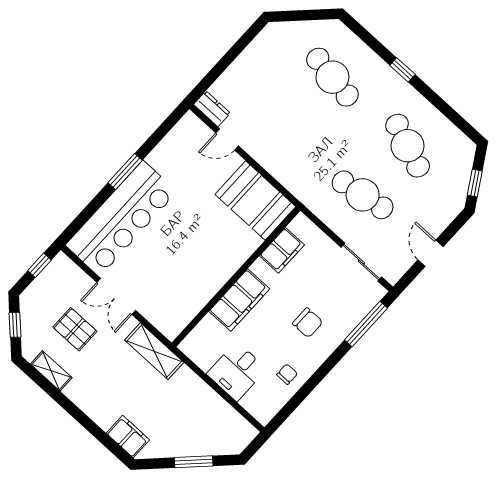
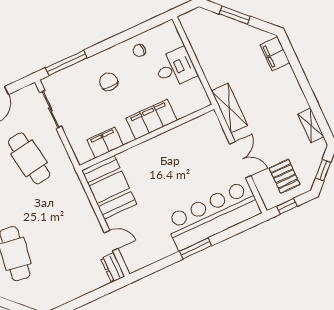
pallet: (75, 329) -> (285, 176), moved

